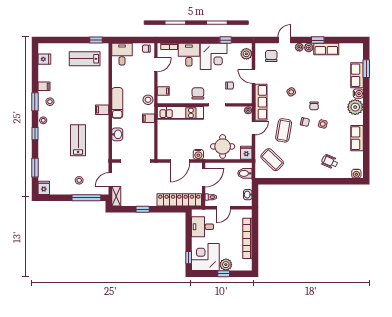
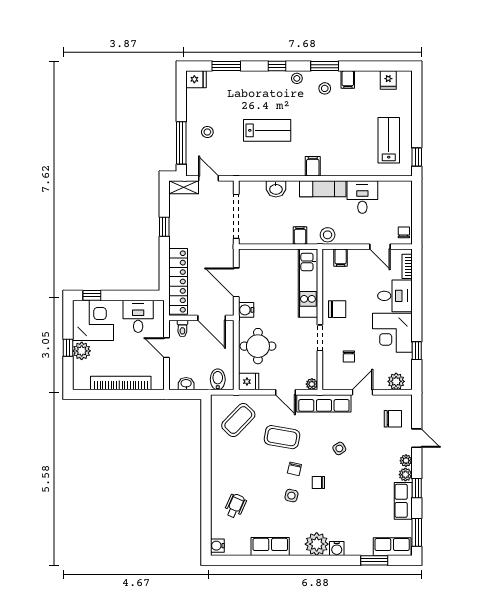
window: (347, 40) -> (417, 532), added
desk: (122, 54) -> (362, 197), moved, turned -90
row of seats: (357, 75) -> (392, 547), moved

